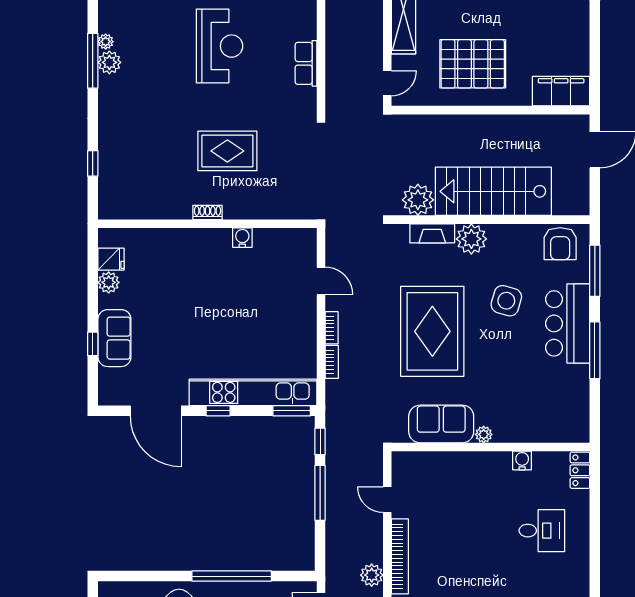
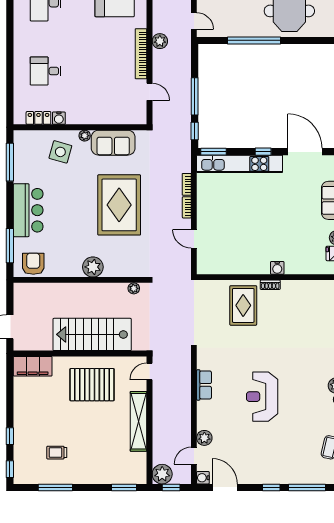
rug: (227, 151) -> (243, 305), moved, turned 90
stairs: (493, 191) -> (92, 334), moved, turned 180
plant: (418, 200) -> (134, 288), width x0.53, depth x0.53
fireplace: (432, 233) -> (119, 271), removed
water cooler: (242, 238) -> (277, 268), moved
side table: (506, 301) -> (60, 152), moved
window: (595, 350) -> (10, 162), moved
locker: (580, 470) -> (38, 118), moved, turned -90

